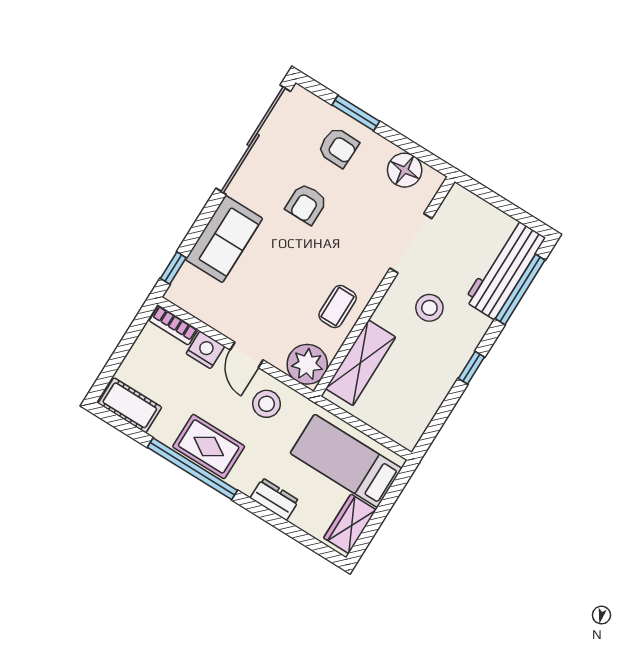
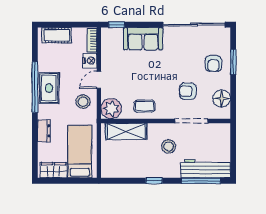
armchair: (306, 204) -> (188, 91), moved
cot: (130, 405) -> (57, 35), moved, turned 90

